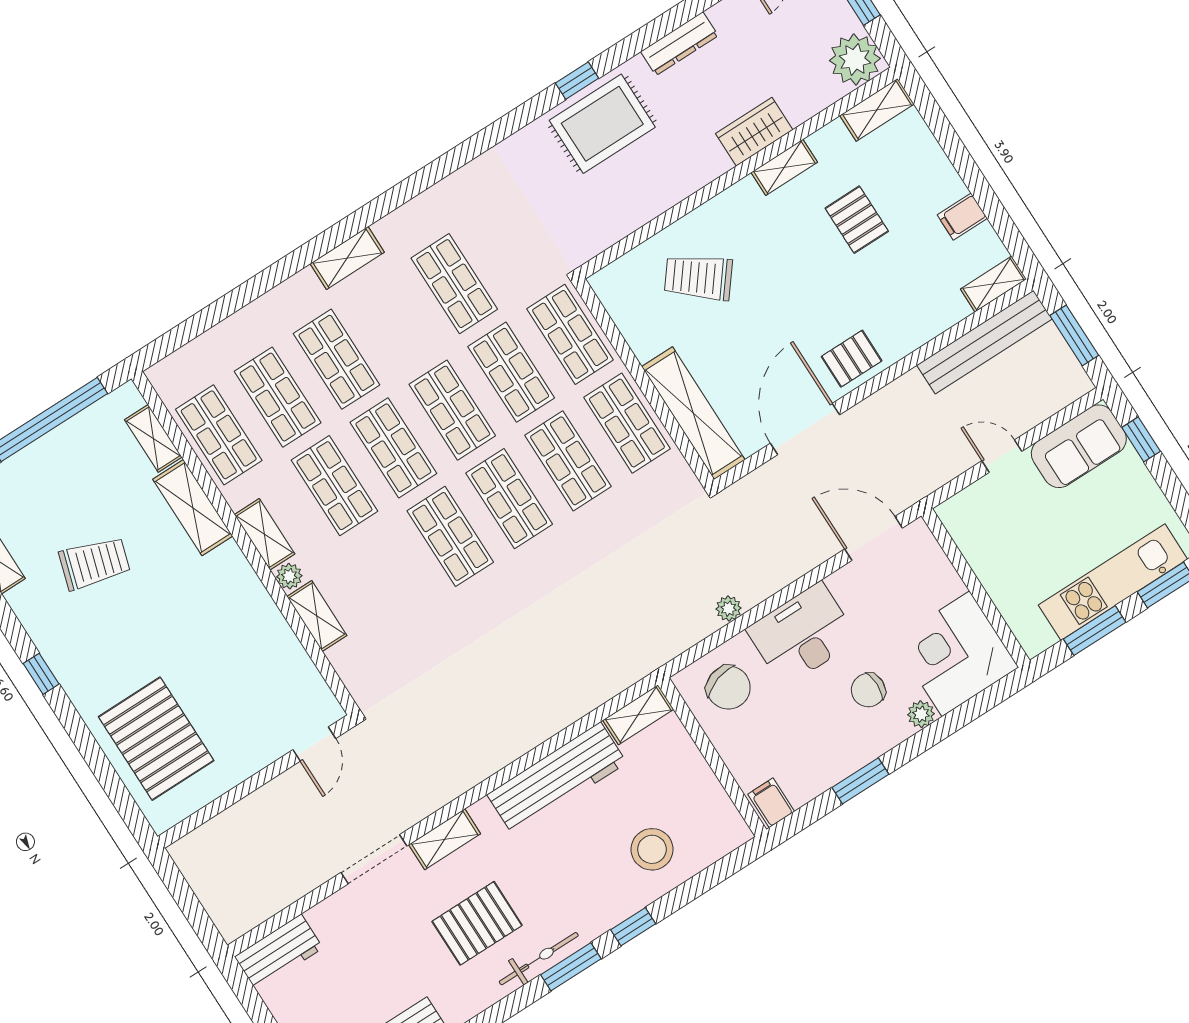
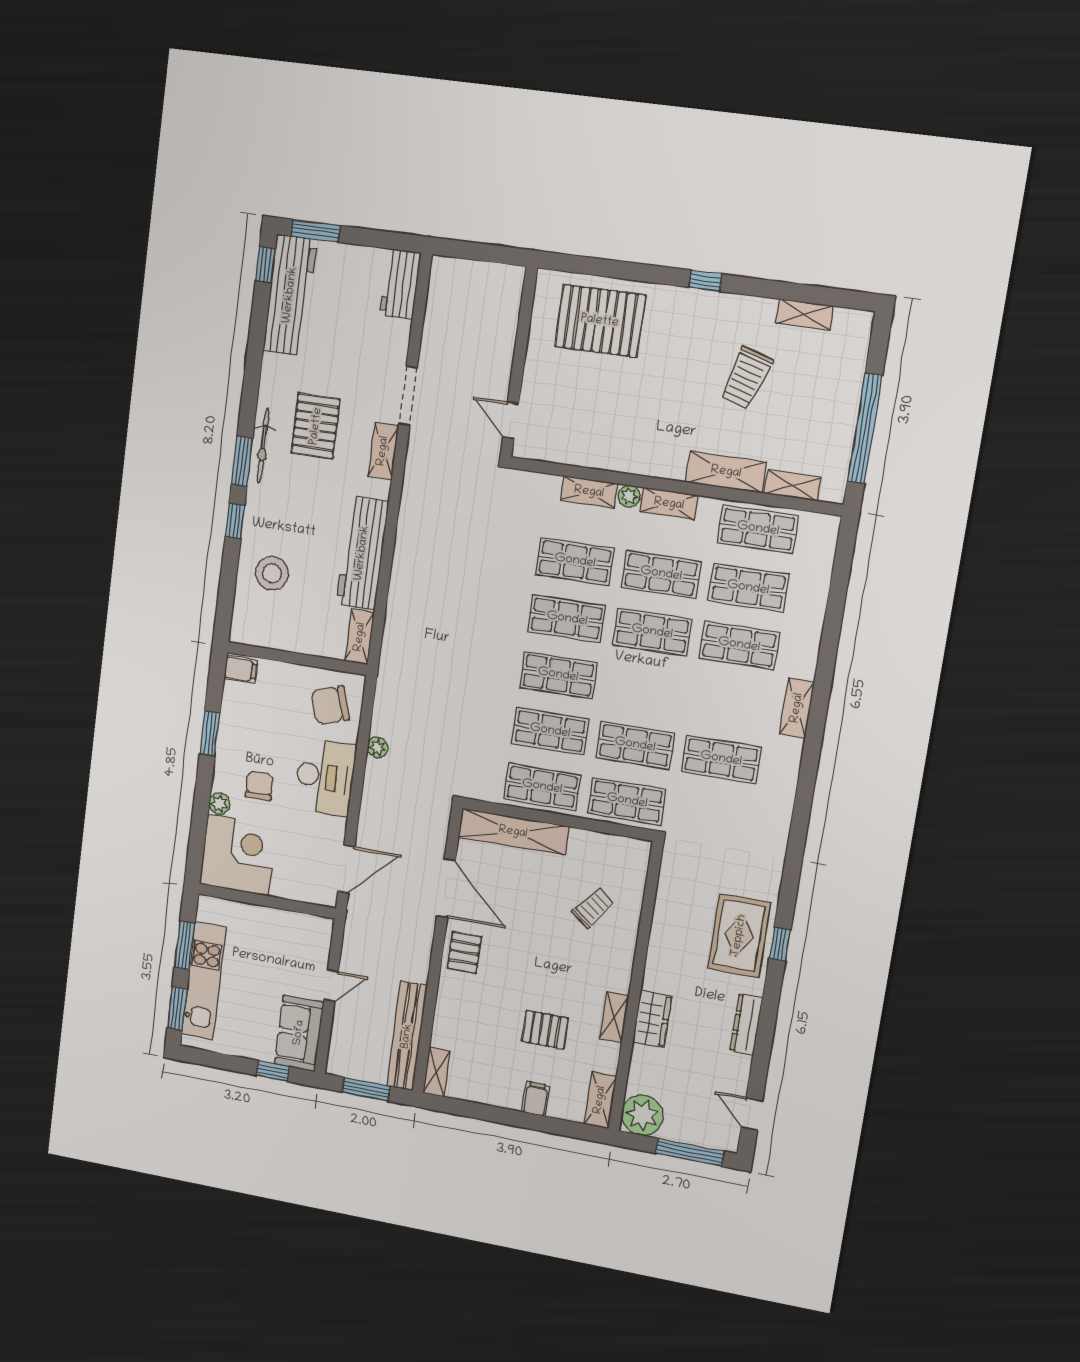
filing cabinet: (962, 217) -> (536, 1099), moved
trolley: (698, 277) -> (593, 908), width x0.73, depth x0.72
shop shelf: (452, 410) -> (575, 561), moved

